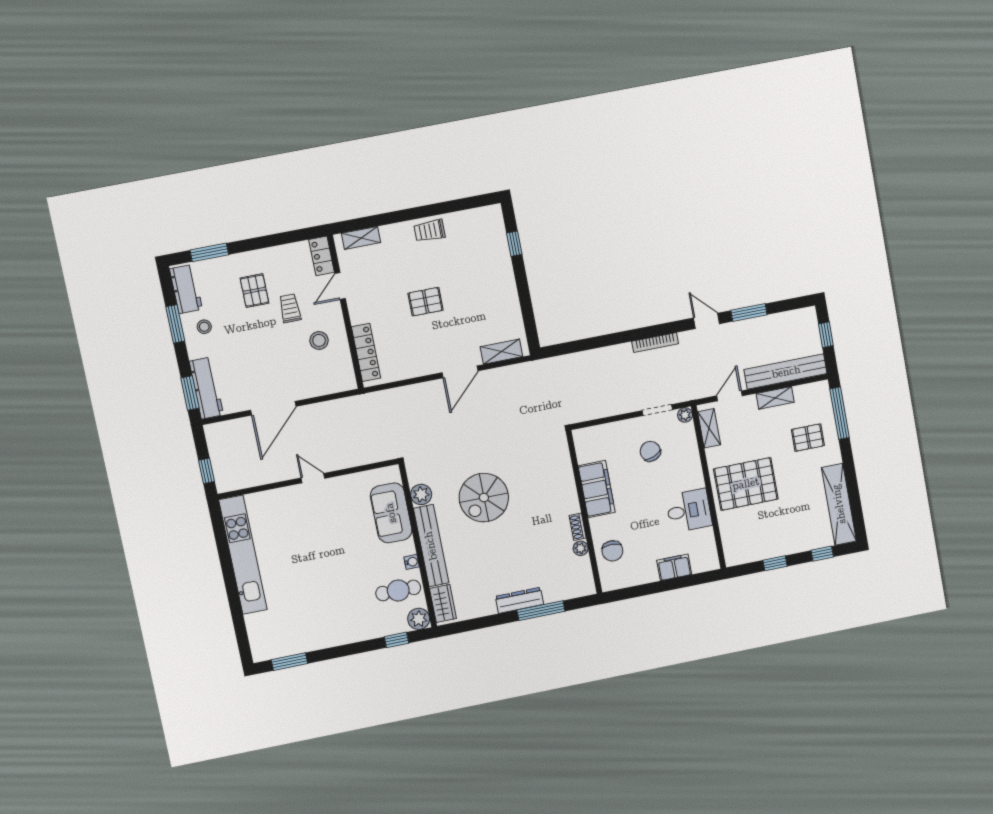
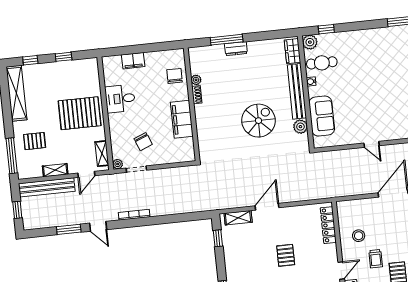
pallet: (426, 302) -> (286, 255), turned 90
window: (529, 318) -> (218, 238), added
dresser: (519, 600) -> (236, 49), width x0.70

